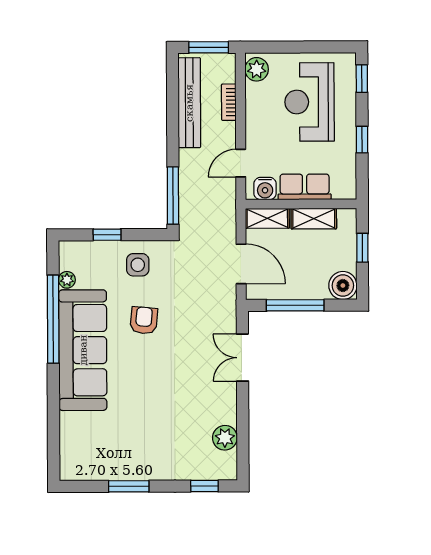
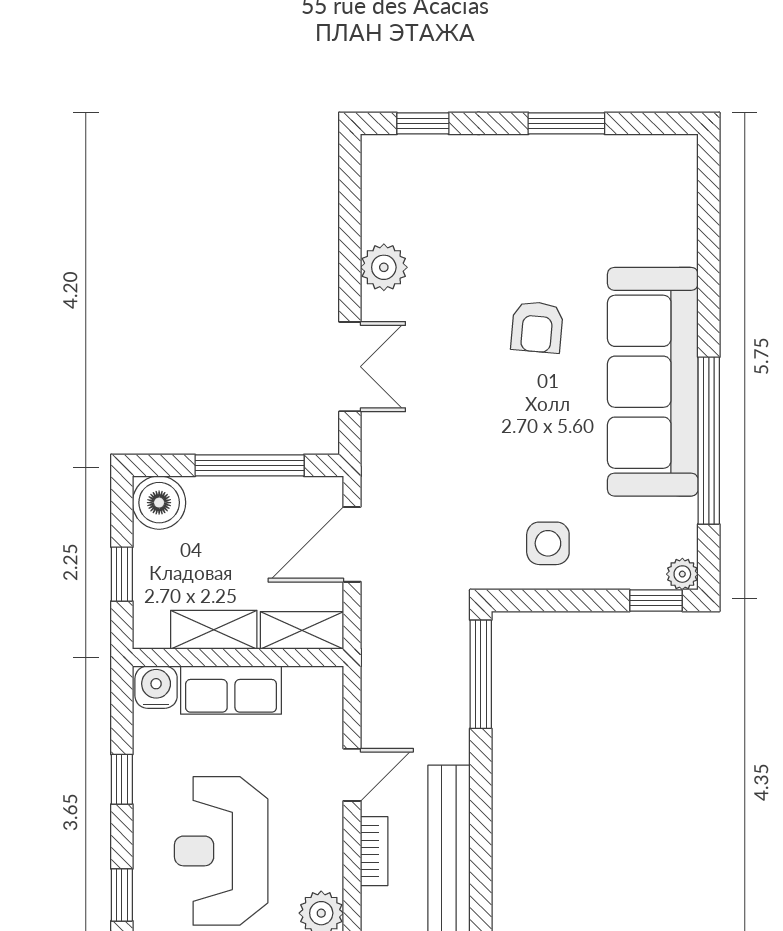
reception desk: (310, 102) -> (221, 851), turned 180
door: (241, 163) -> (352, 775), moved
water cooler: (265, 188) -> (156, 687), moved
window: (107, 235) -> (656, 600), moved
door: (241, 264) -> (352, 544), hinge flipped
plant: (67, 280) -> (682, 574), moved
armchair: (144, 320) -> (537, 327), moved
plant: (225, 438) -> (384, 267), moved

